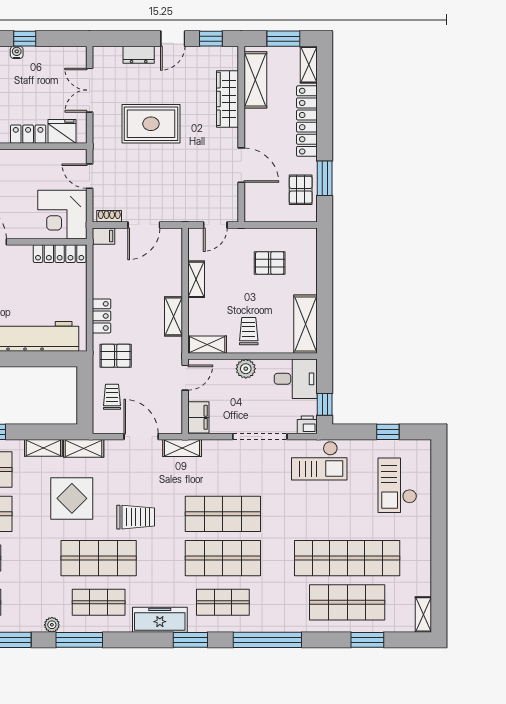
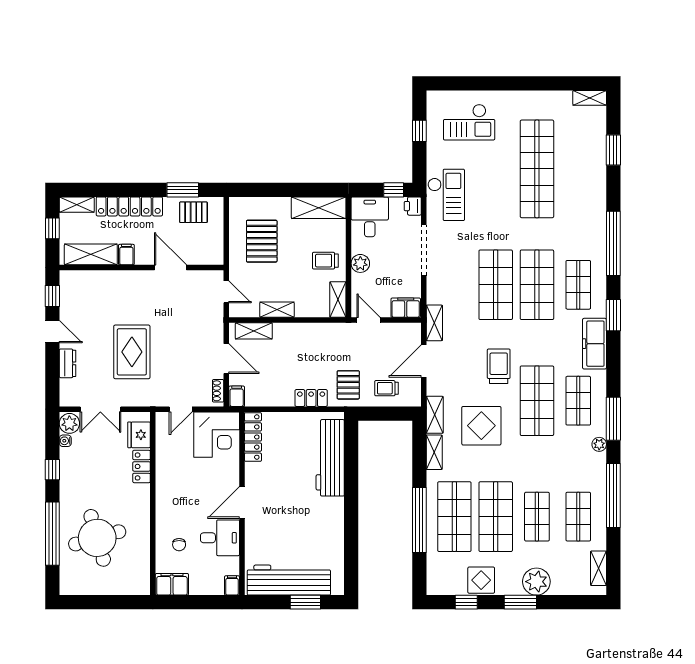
window: (283, 39) -> (52, 228), width x0.67
water cooler: (17, 52) -> (65, 441), moved
plant: (74, 57) -> (69, 423), added
wardrobe: (228, 99) -> (109, 280), removed
filing cabinet: (255, 118) -> (126, 255), added
door: (241, 165) -> (170, 268), hinge flipped
pallet: (270, 263) -> (262, 241), width x1.50, depth x1.42
shelving: (173, 316) -> (254, 331), moved
shop shelf: (347, 602) -> (578, 169), removed

